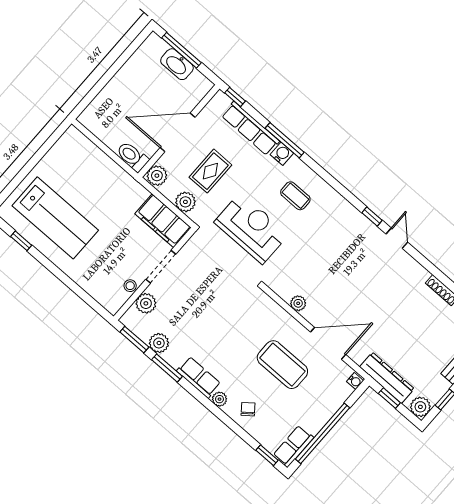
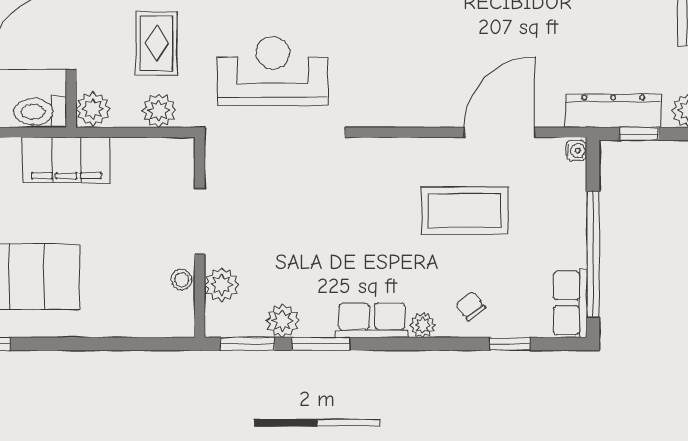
filing cabinet: (163, 221) -> (66, 160), moved
plant: (298, 303) -> (416, 115), removed
window: (267, 455) -> (510, 344), moved

